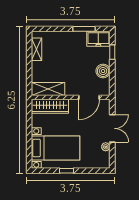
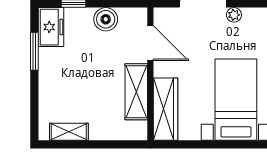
shelving: (48, 89) -> (136, 92), moved

